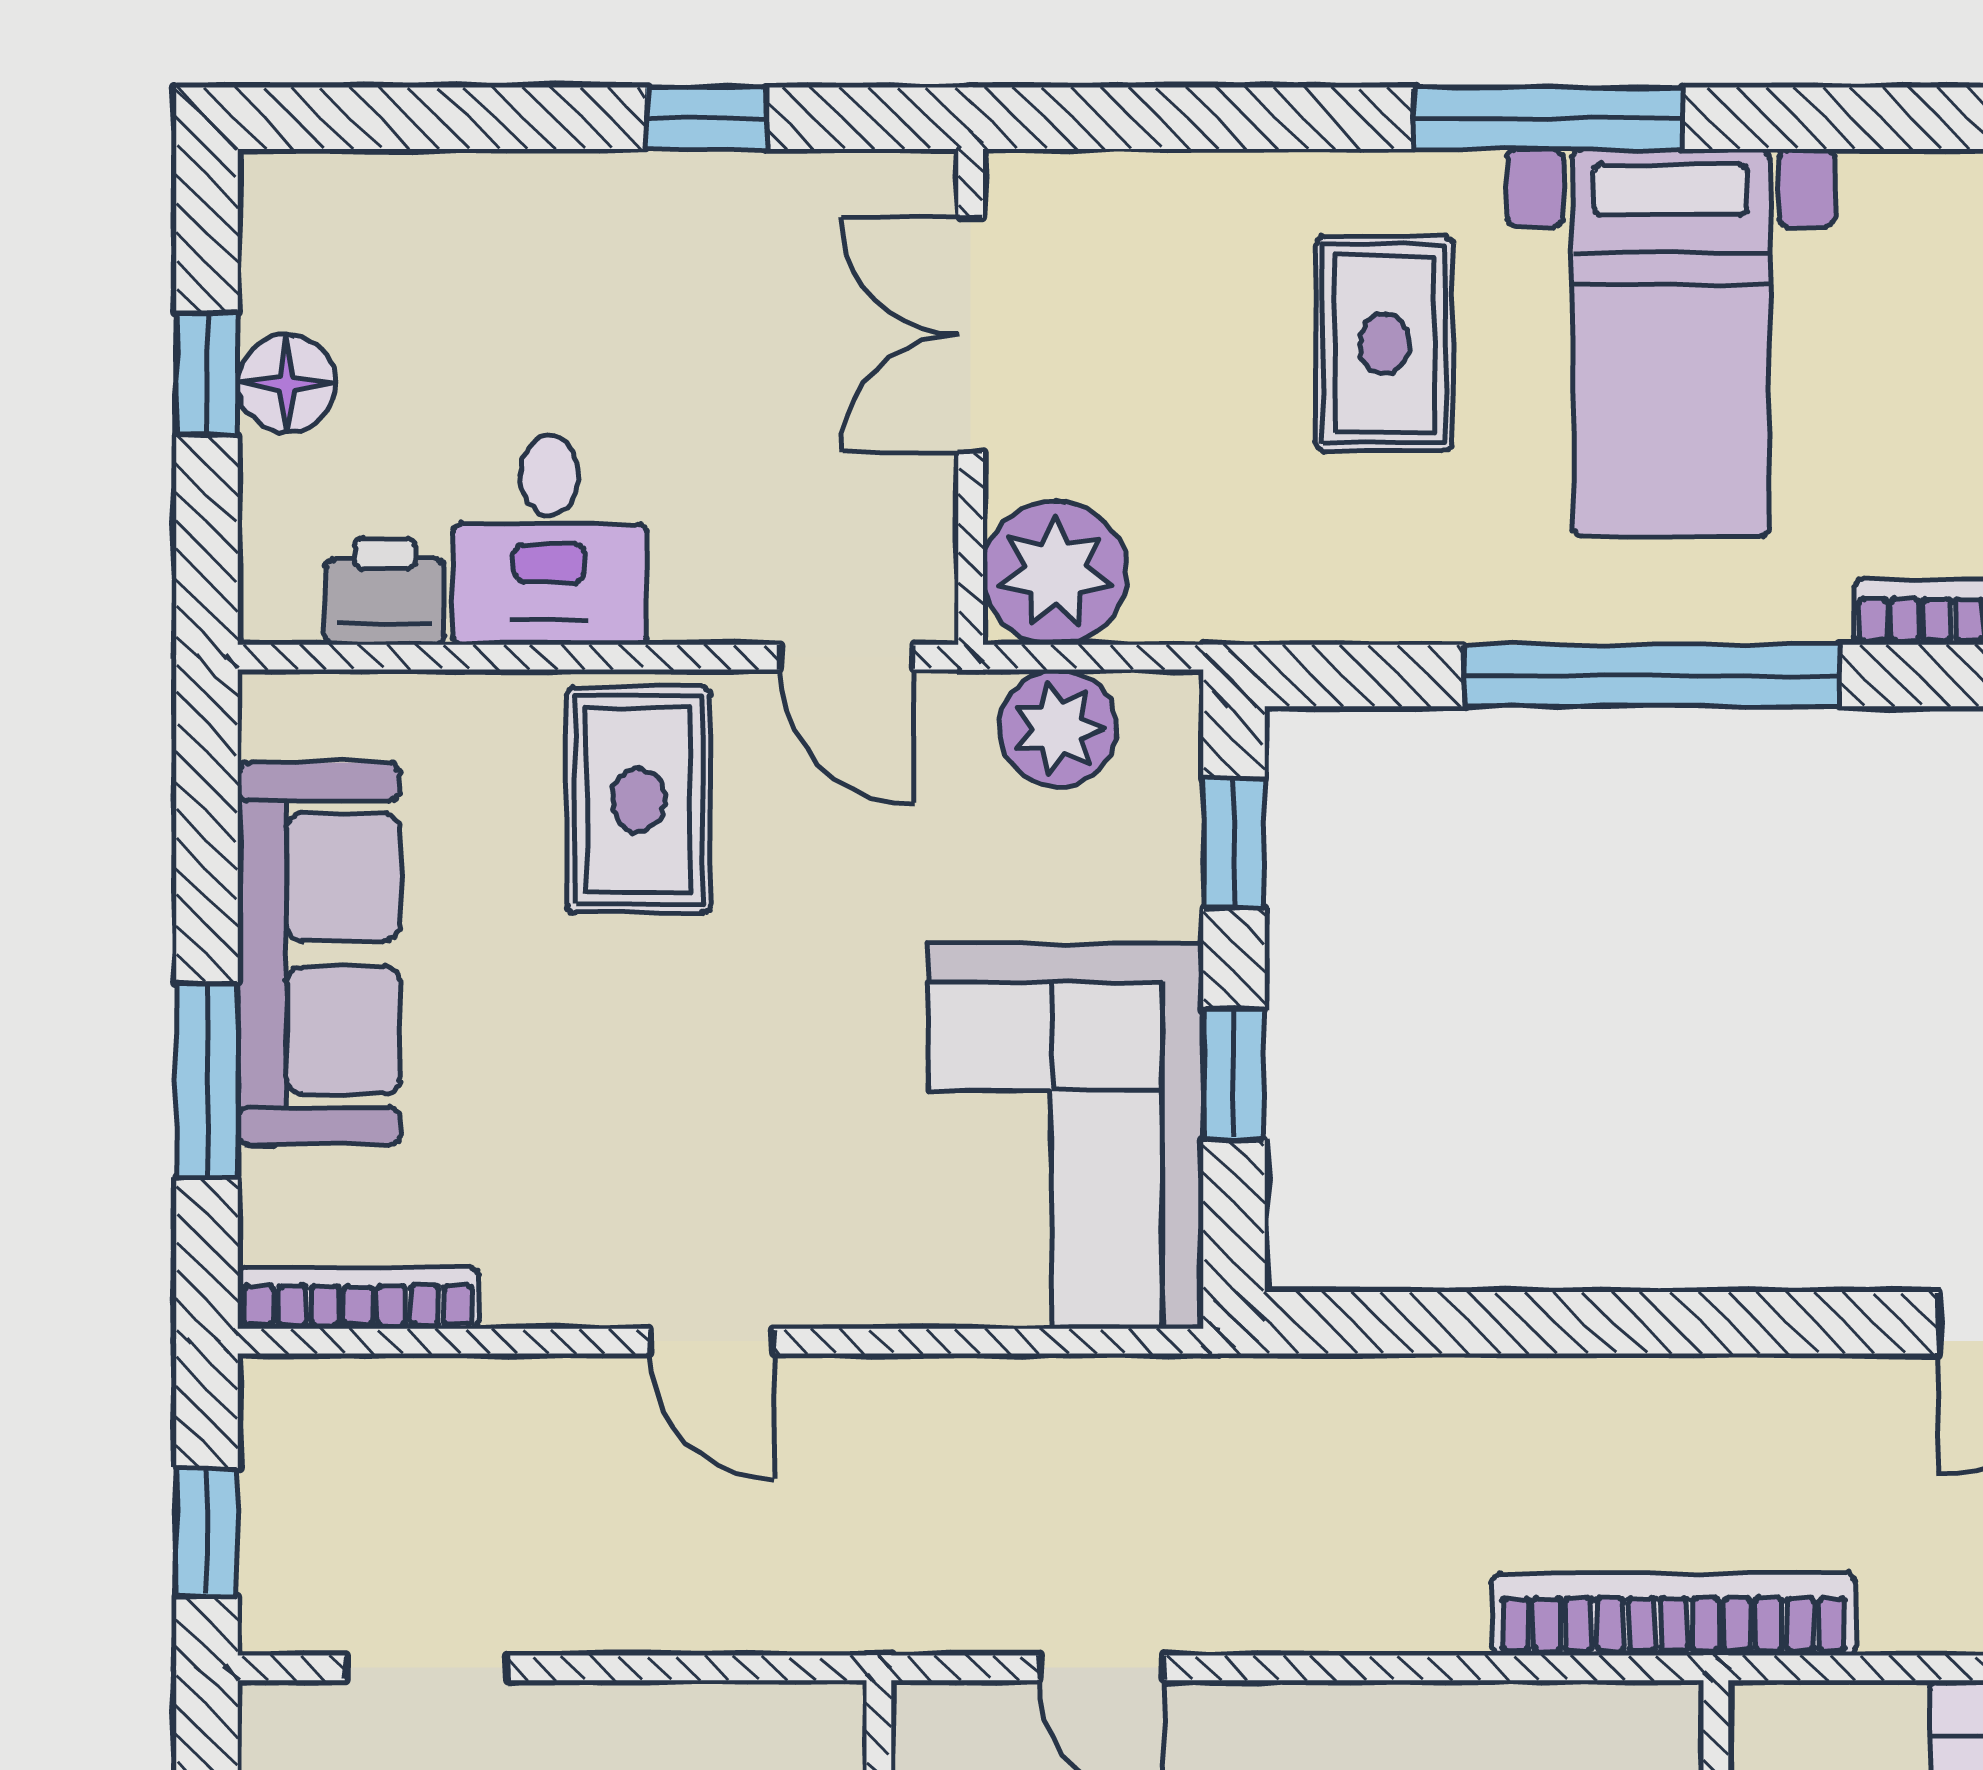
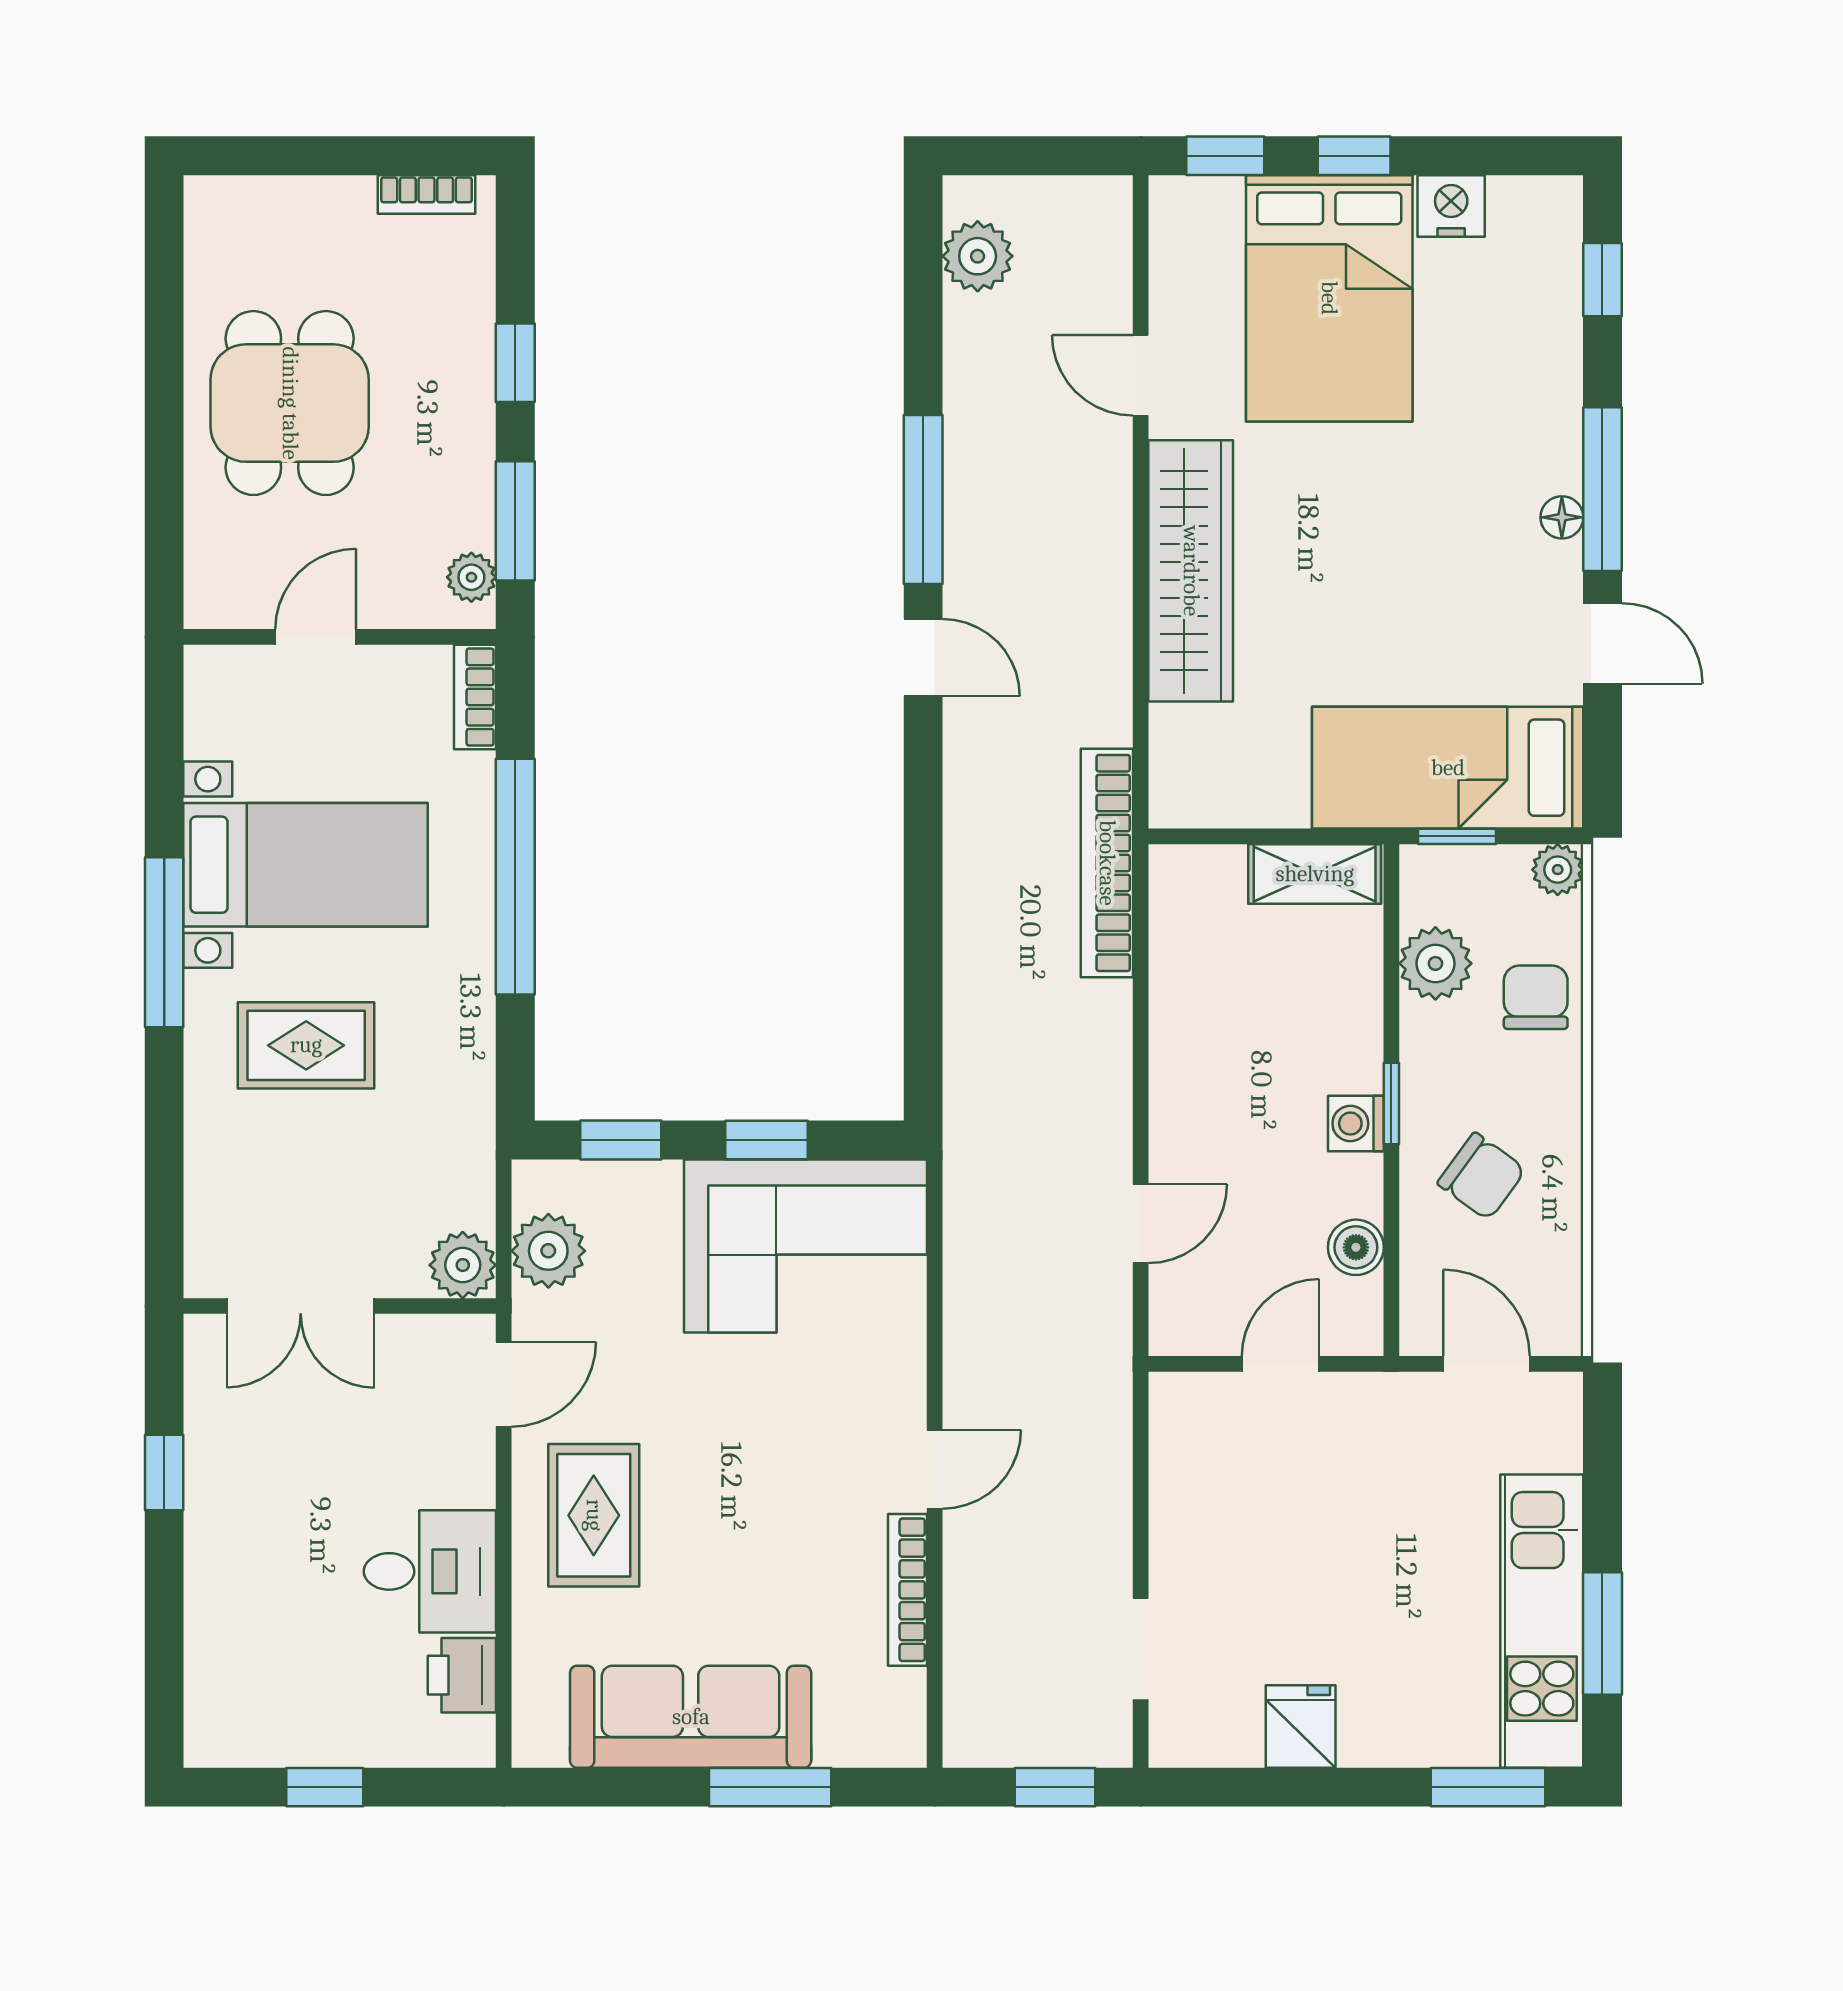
floor lamp: (287, 384) -> (331, 1737), removed
plant: (1055, 573) -> (463, 1265), width x0.73, depth x0.73
rug: (638, 800) -> (594, 1515), turned 90
bookcase: (358, 1298) -> (908, 1590), moved

